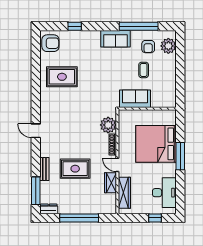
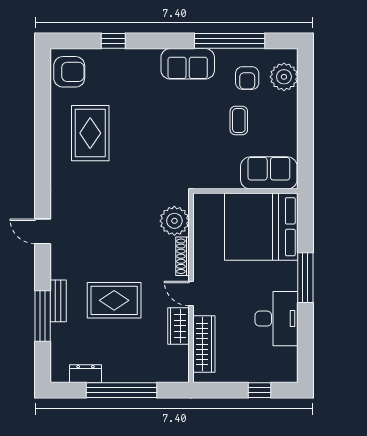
rug: (62, 77) -> (90, 133), turned 90
sofa: (135, 99) -> (269, 173), moved
bed: (156, 144) -> (261, 227), moved
window: (36, 191) -> (43, 316), moved
desk: (164, 193) -> (277, 319), moved
dresser: (49, 209) -> (85, 374), moved

